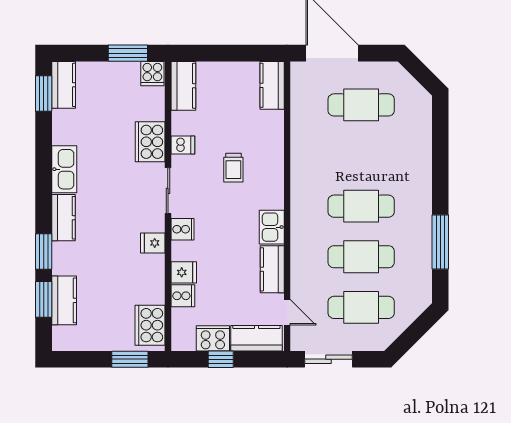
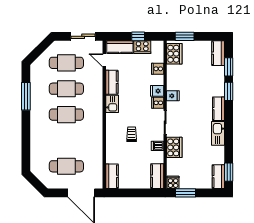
fridge: (184, 272) -> (157, 91), moved
kitchen counter: (64, 300) -> (218, 53), moved

